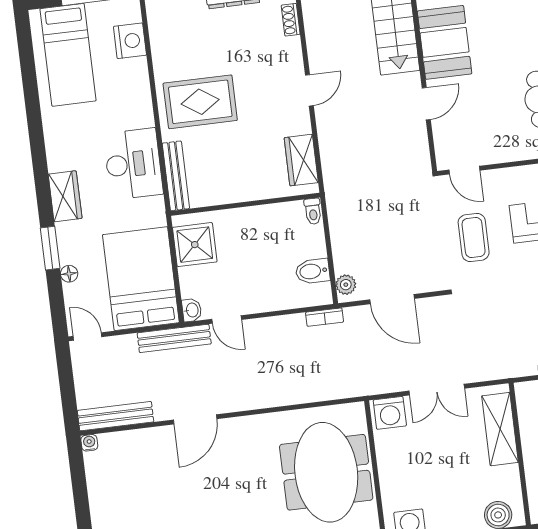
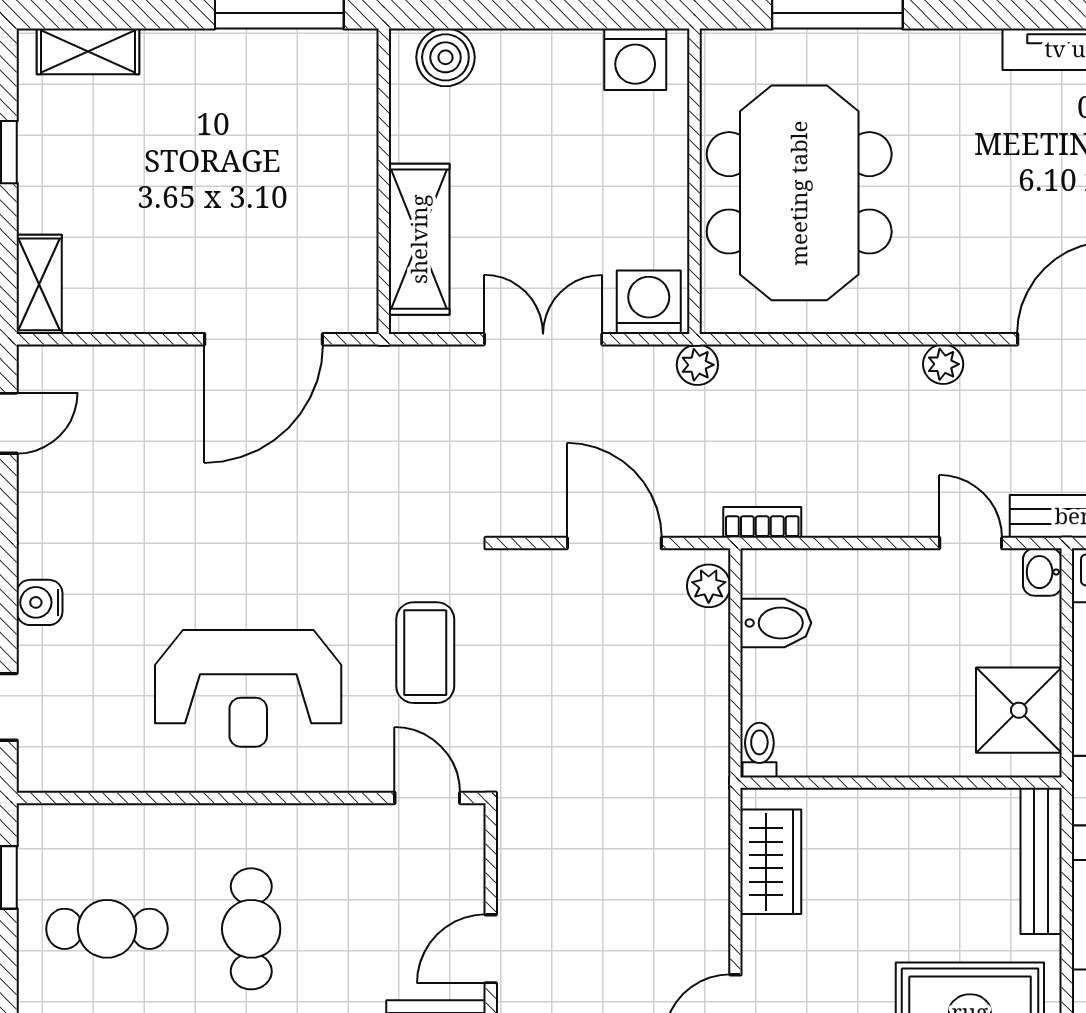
plant: (364, 387) -> (697, 365), added
plant: (250, 401) -> (943, 364), added

